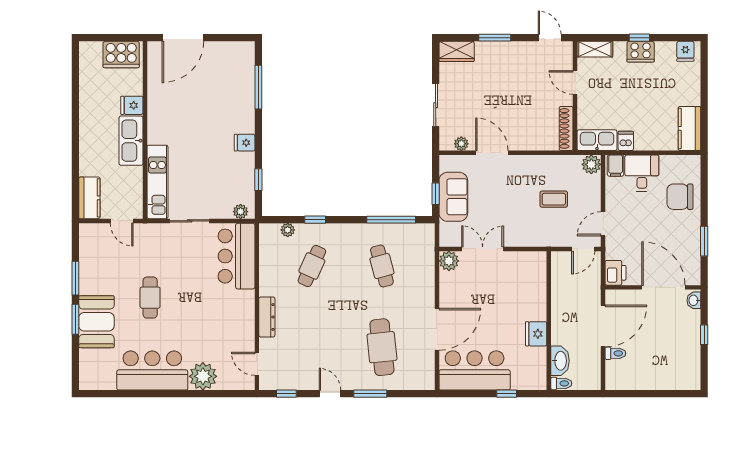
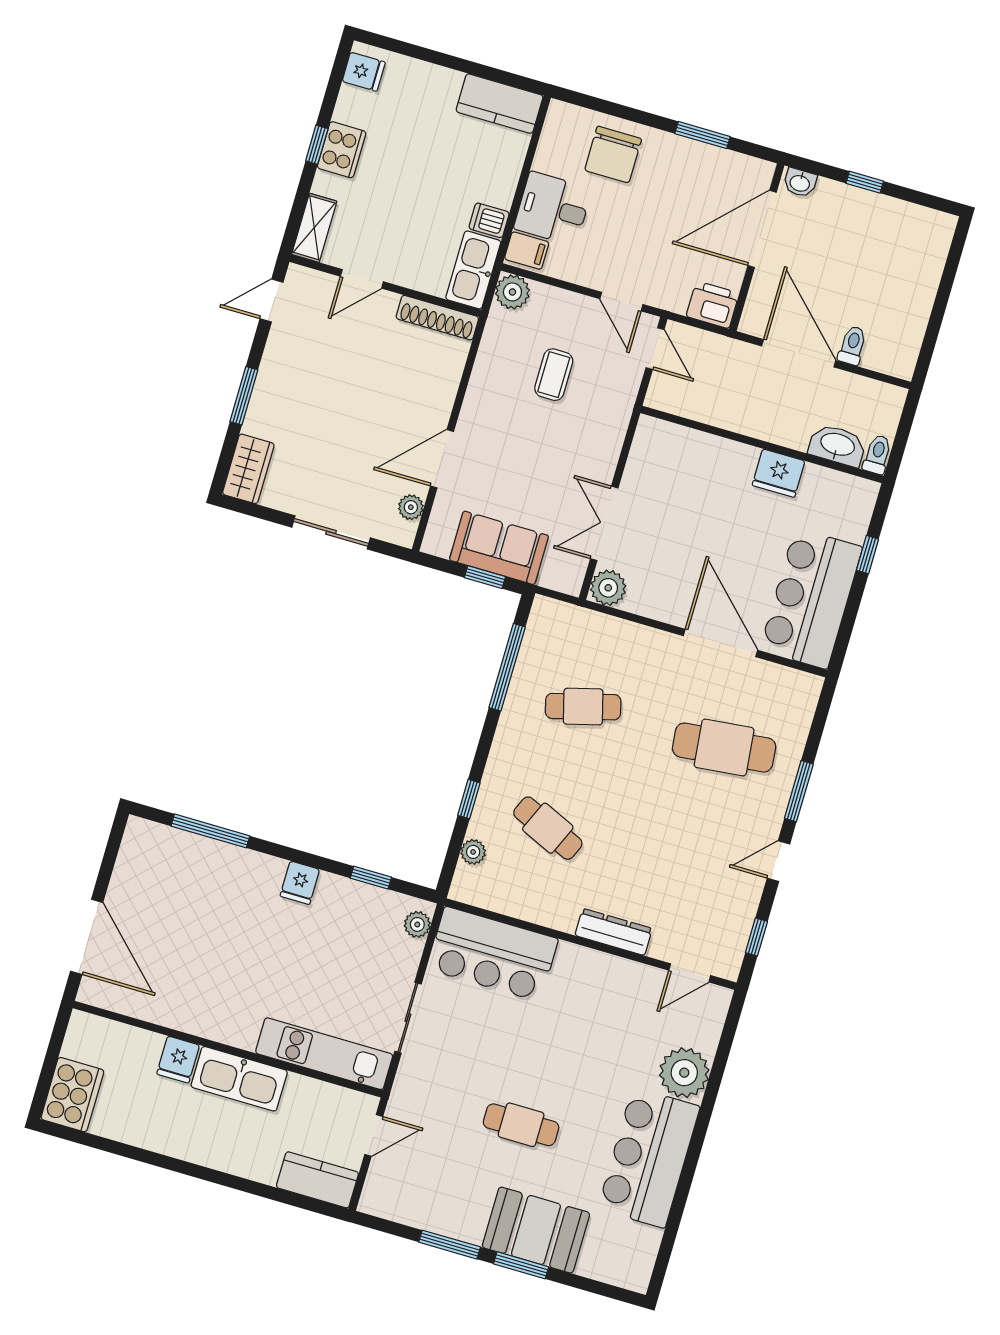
cooker: (121, 54) -> (72, 1095), moved

